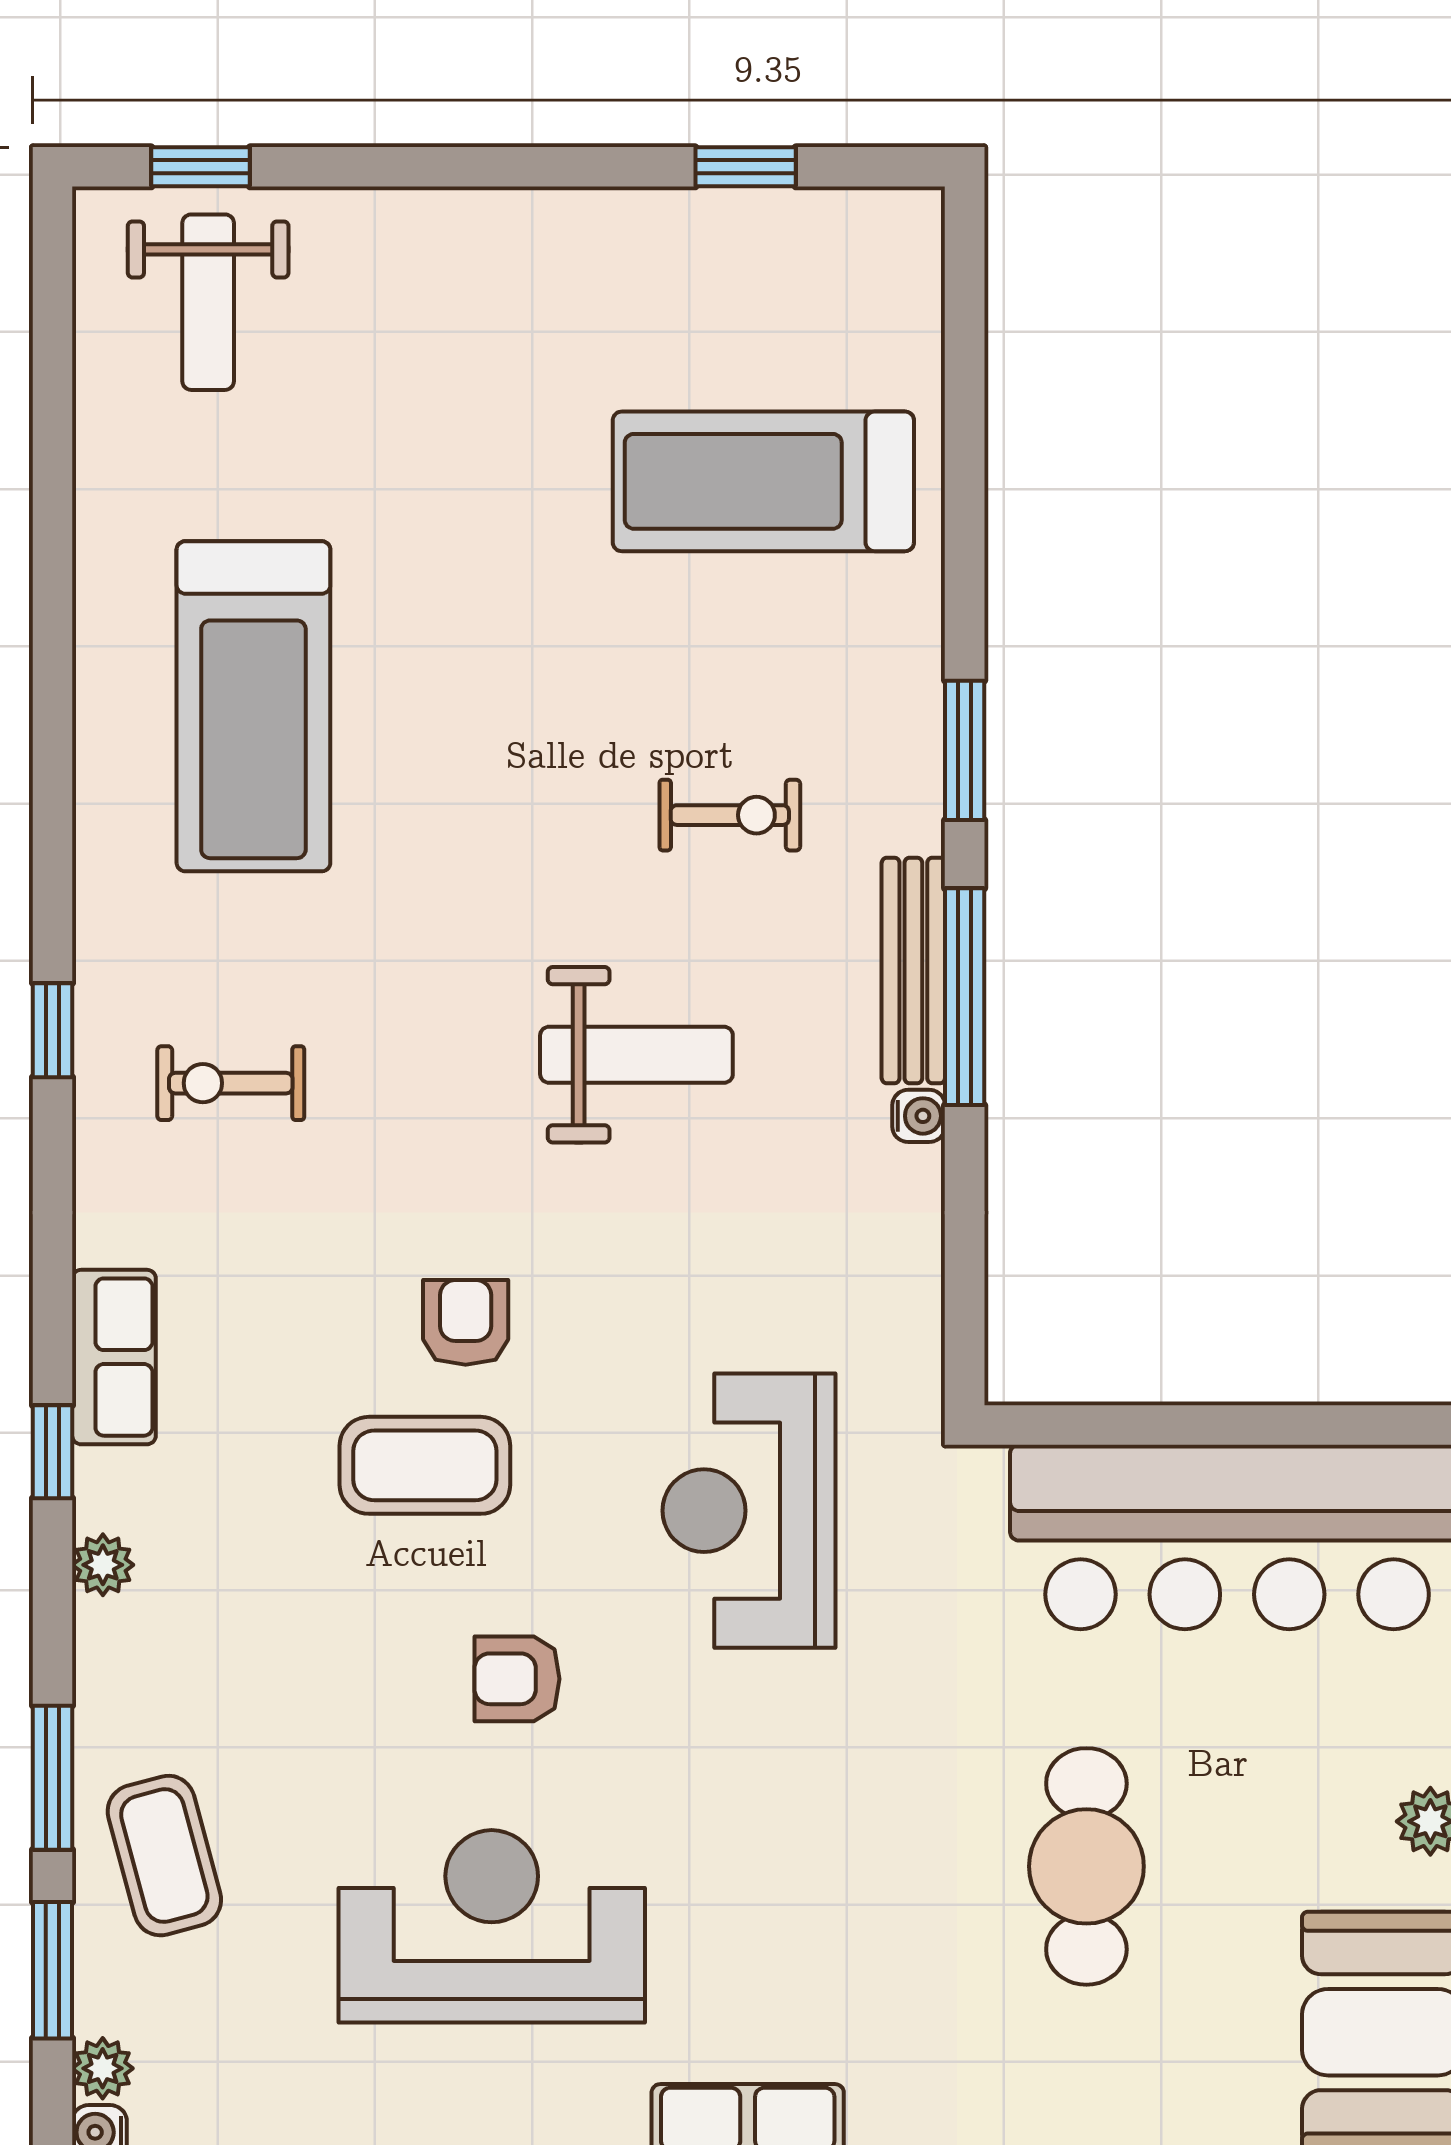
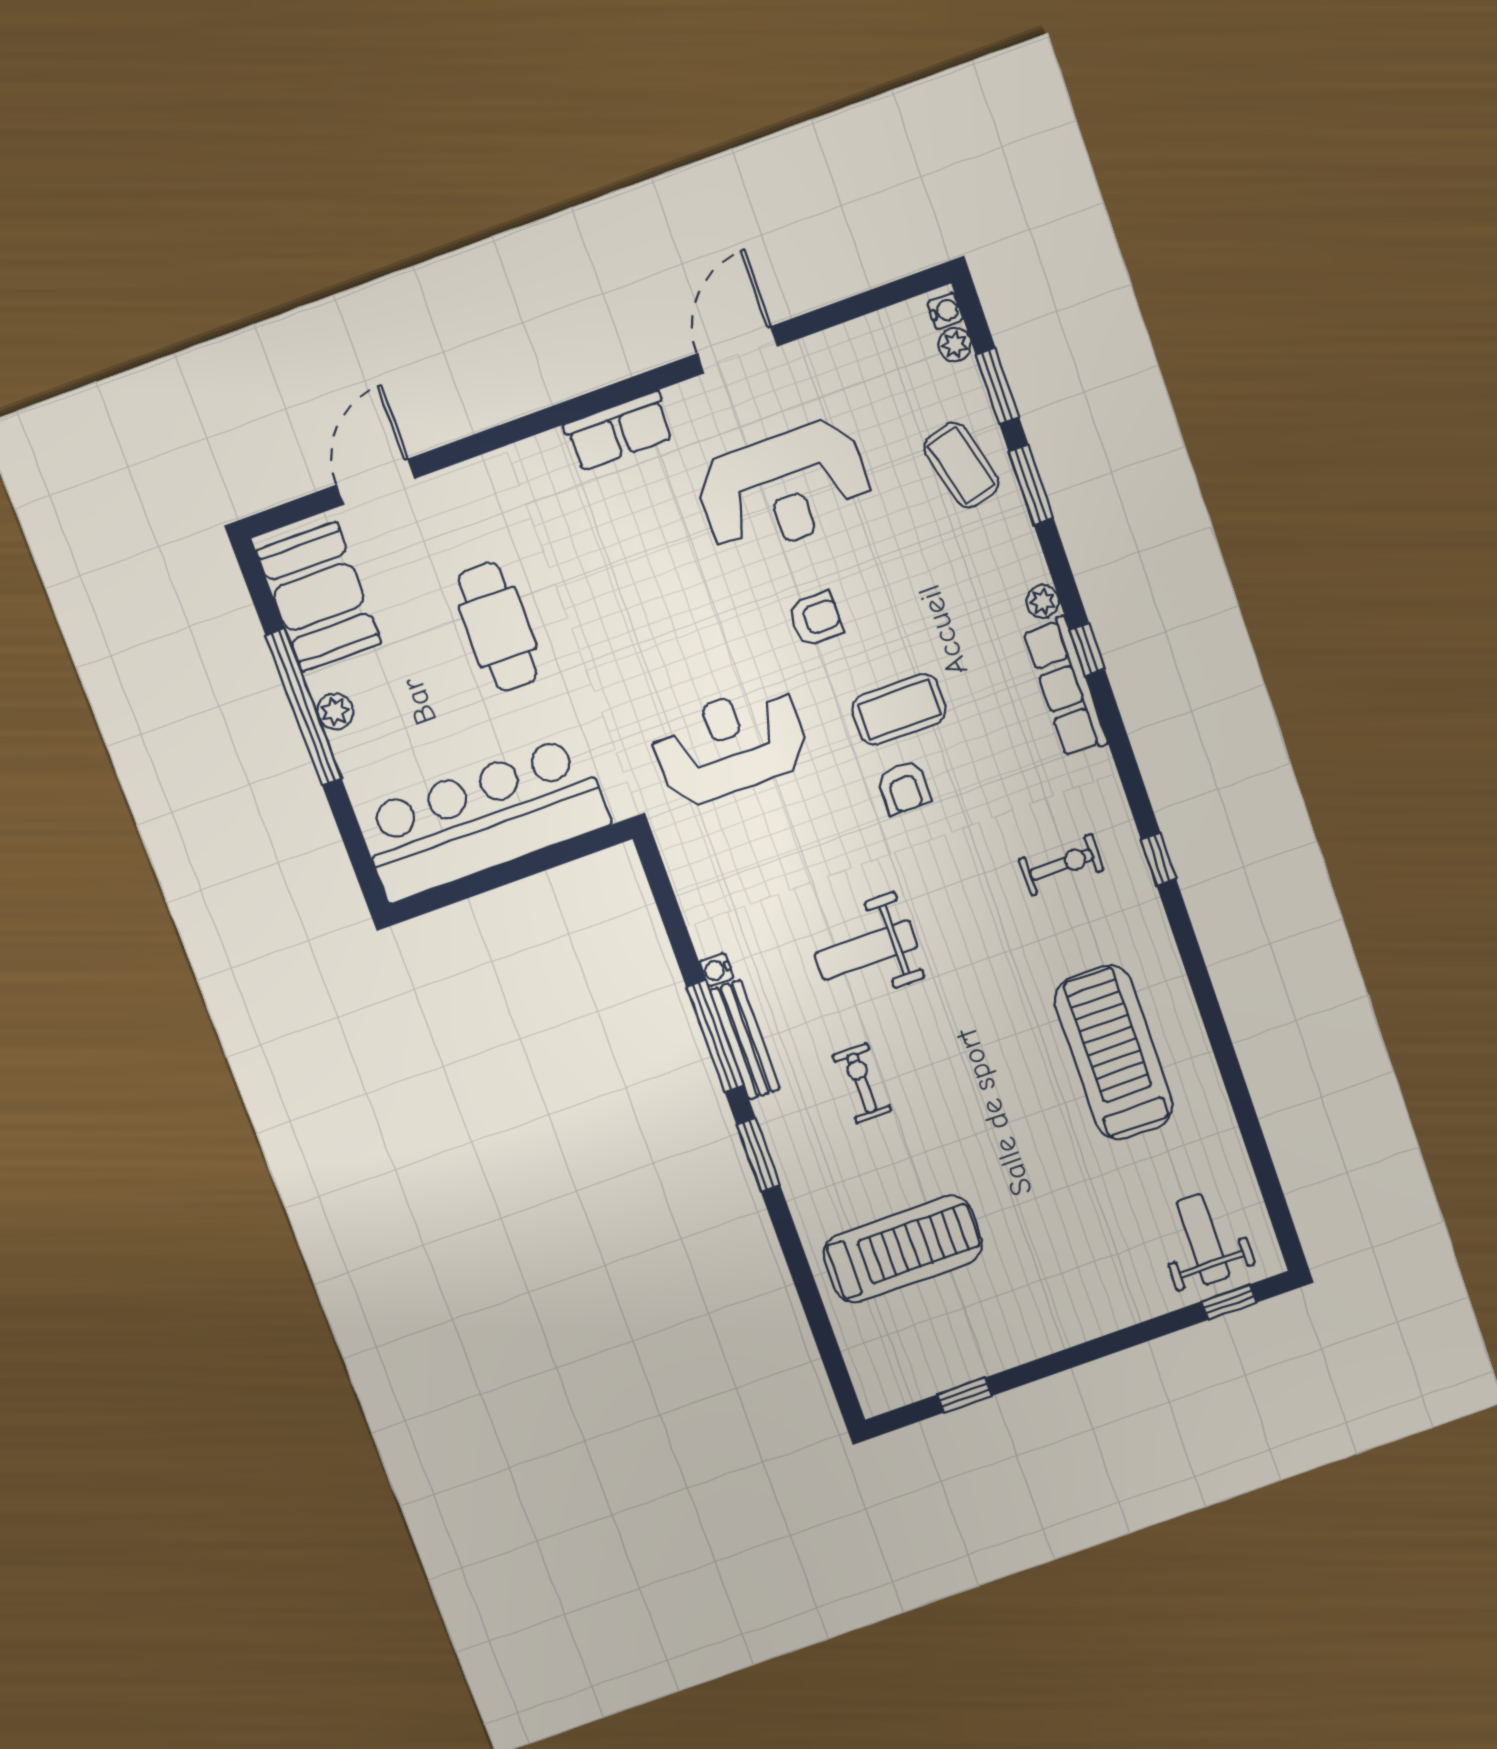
exercise bike: (730, 815) -> (862, 1083), turned 90
row of seats: (114, 1357) -> (1065, 687), width x1.48
reception desk: (749, 1511) -> (730, 745), turned -90

